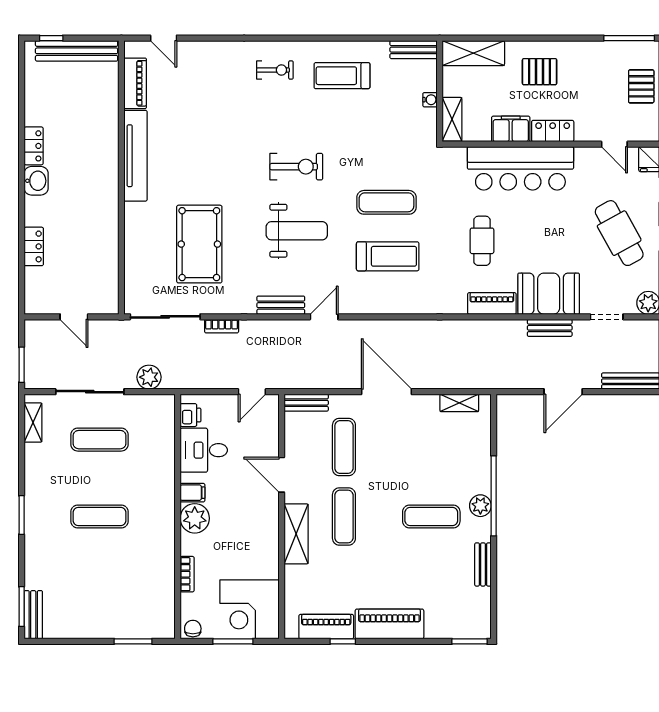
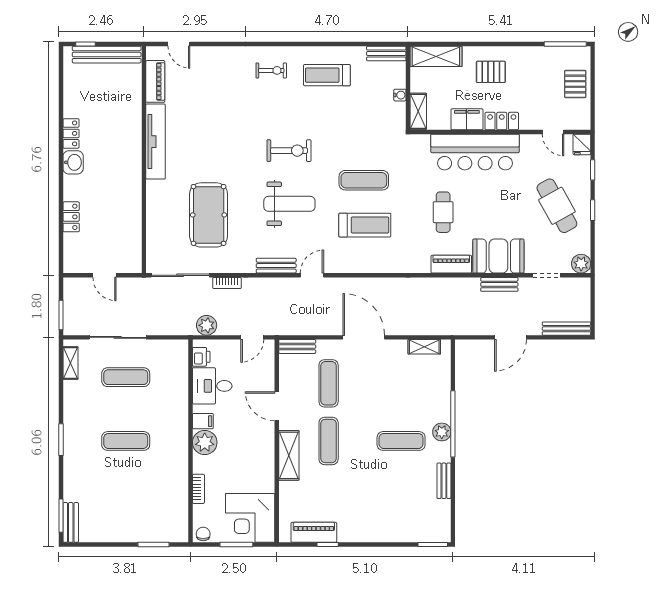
plant: (149, 377) -> (207, 325), moved
piano: (389, 624) -> (366, 530), removed

